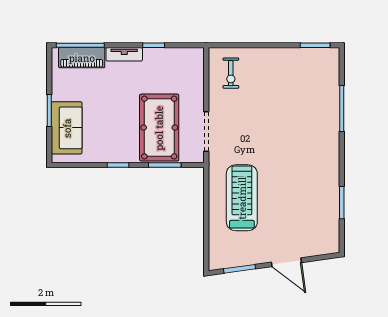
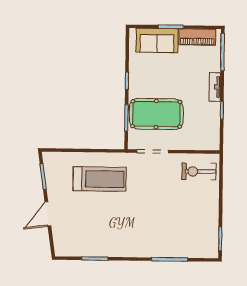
piano: (82, 58) -> (197, 37), moved, turned -90
exercise bike: (231, 73) -> (199, 171), width x1.38, depth x1.39

